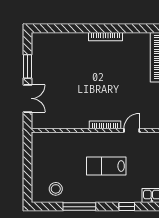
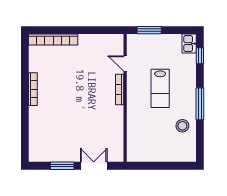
stool: (56, 189) -> (182, 126), moved
window: (79, 207) -> (200, 104), moved
window: (127, 207) -> (200, 56), moved

